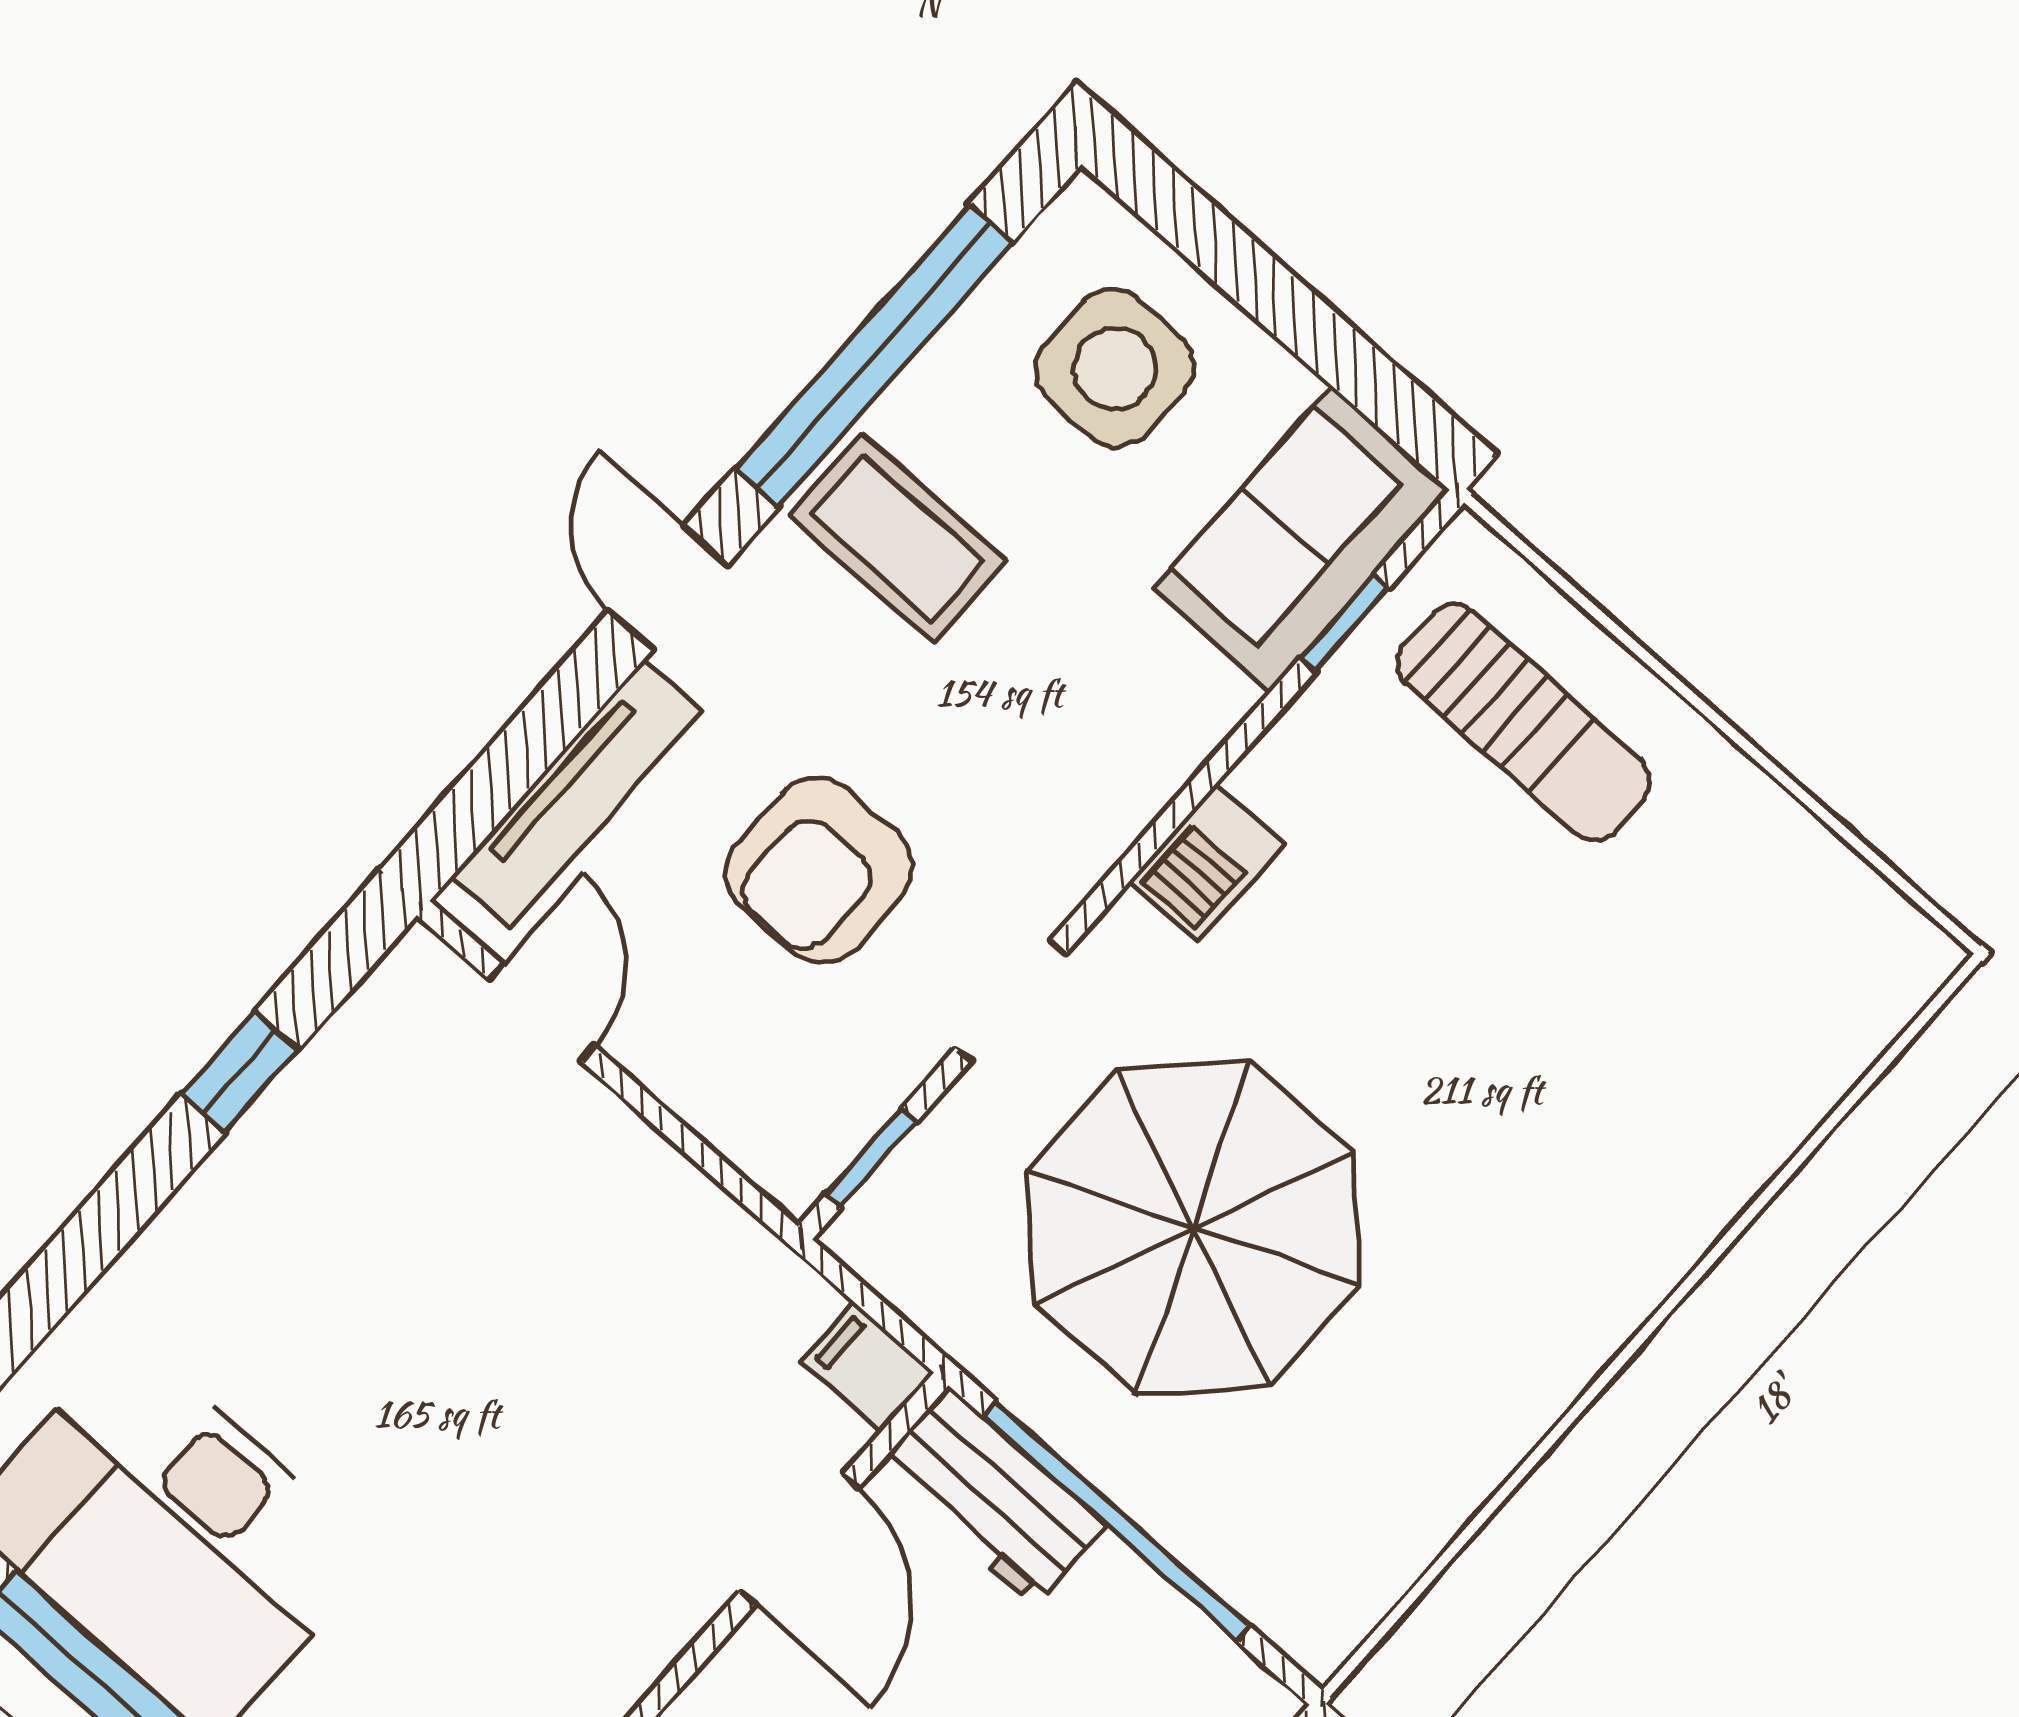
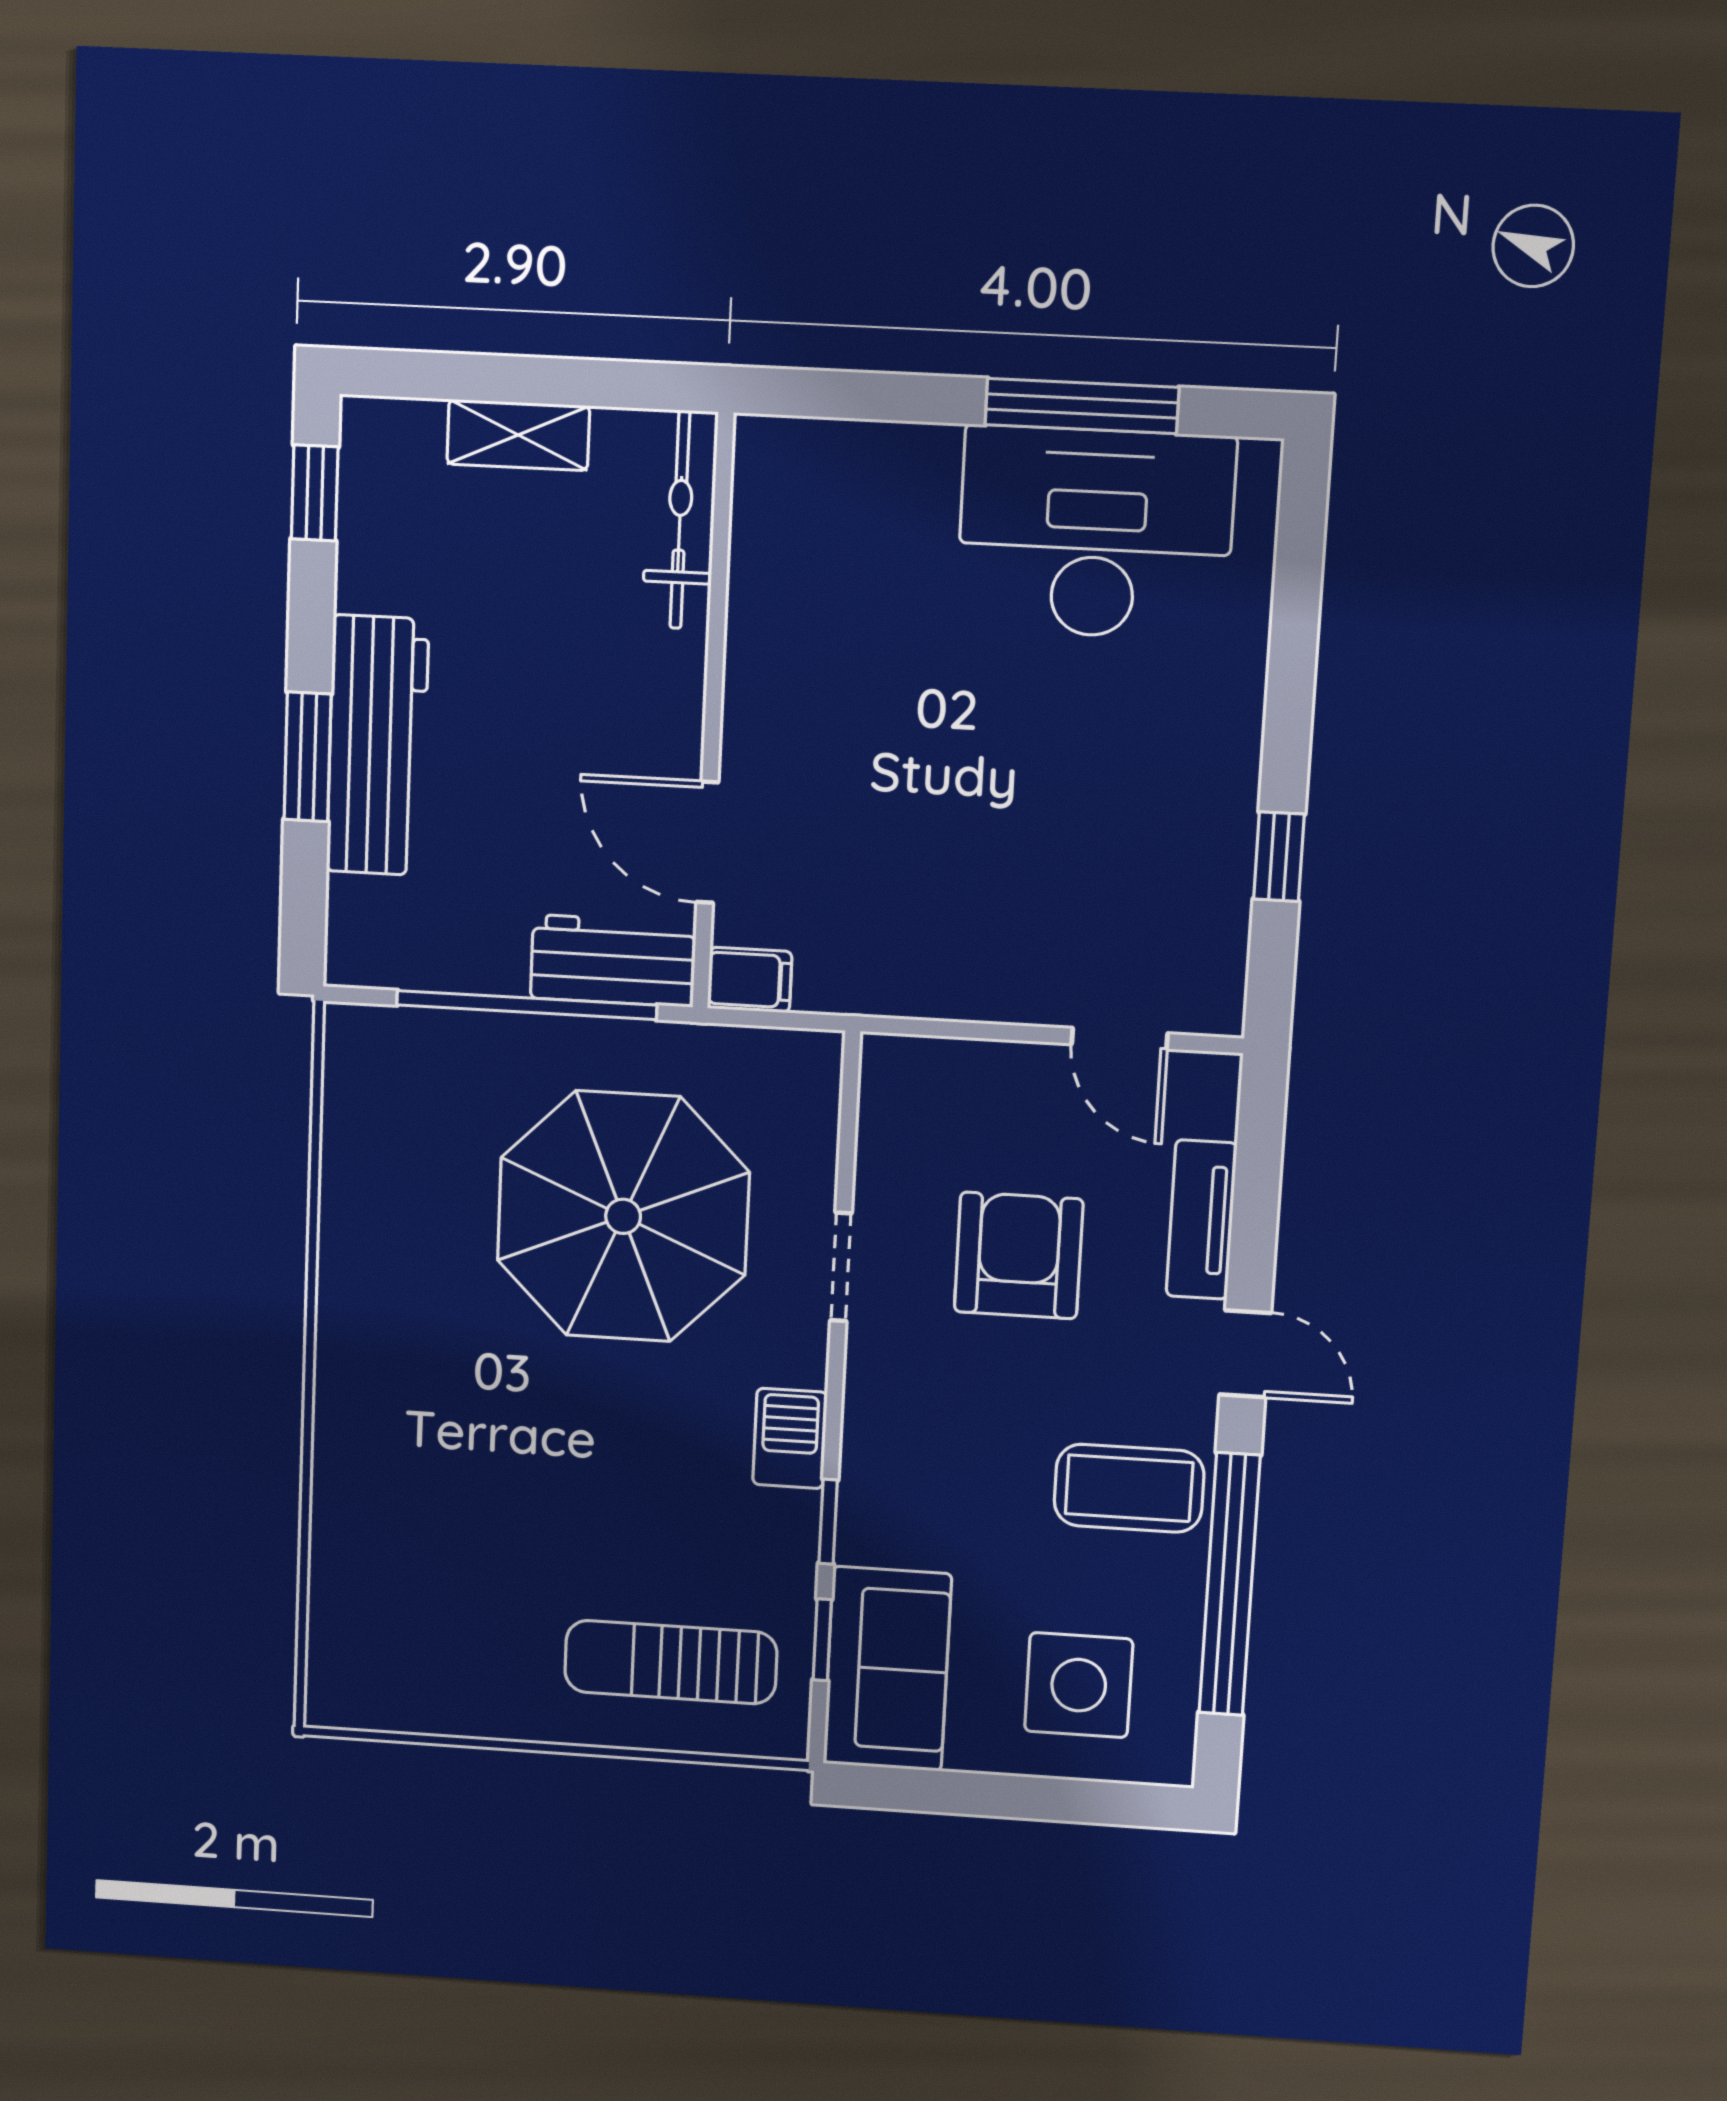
tv unit: (577, 794) -> (1202, 1220), width x0.71
window: (871, 1158) -> (828, 1522), moved

